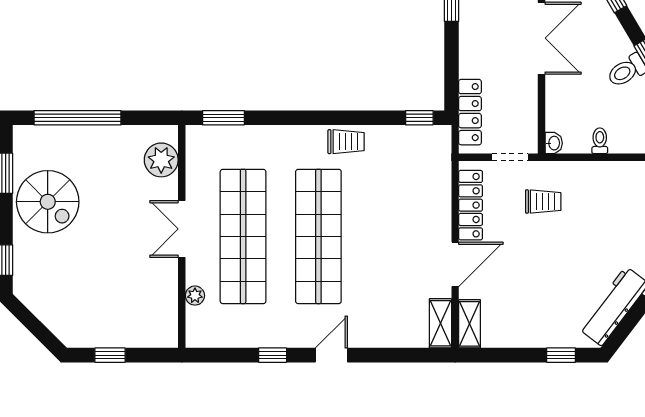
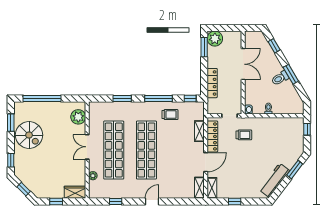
locker: (470, 112) -> (212, 83), moved
window: (223, 118) -> (122, 99), moved
window: (346, 118) -> (158, 99), added
trolley: (346, 142) -> (170, 115), moved
shelving: (441, 193) -> (199, 131), added
window: (35, 327) -> (24, 189), added
wardrobe: (154, 334) -> (75, 192), added
window: (273, 355) -> (116, 202), moved
window: (561, 355) -> (235, 202), moved

